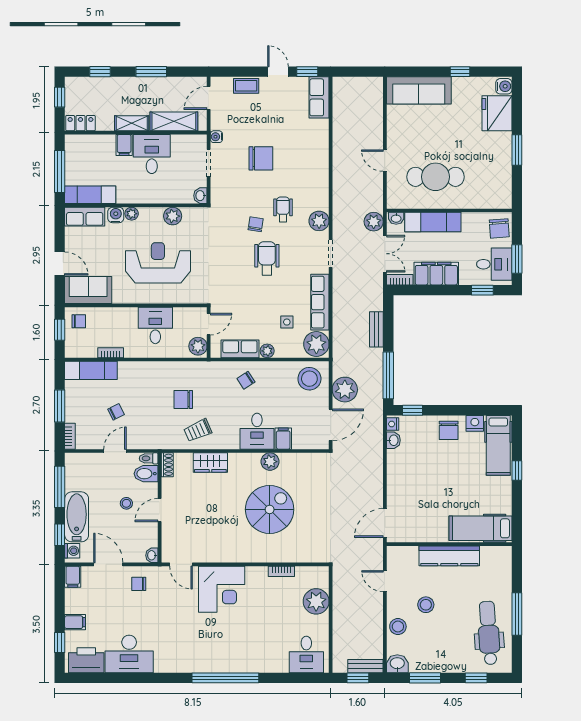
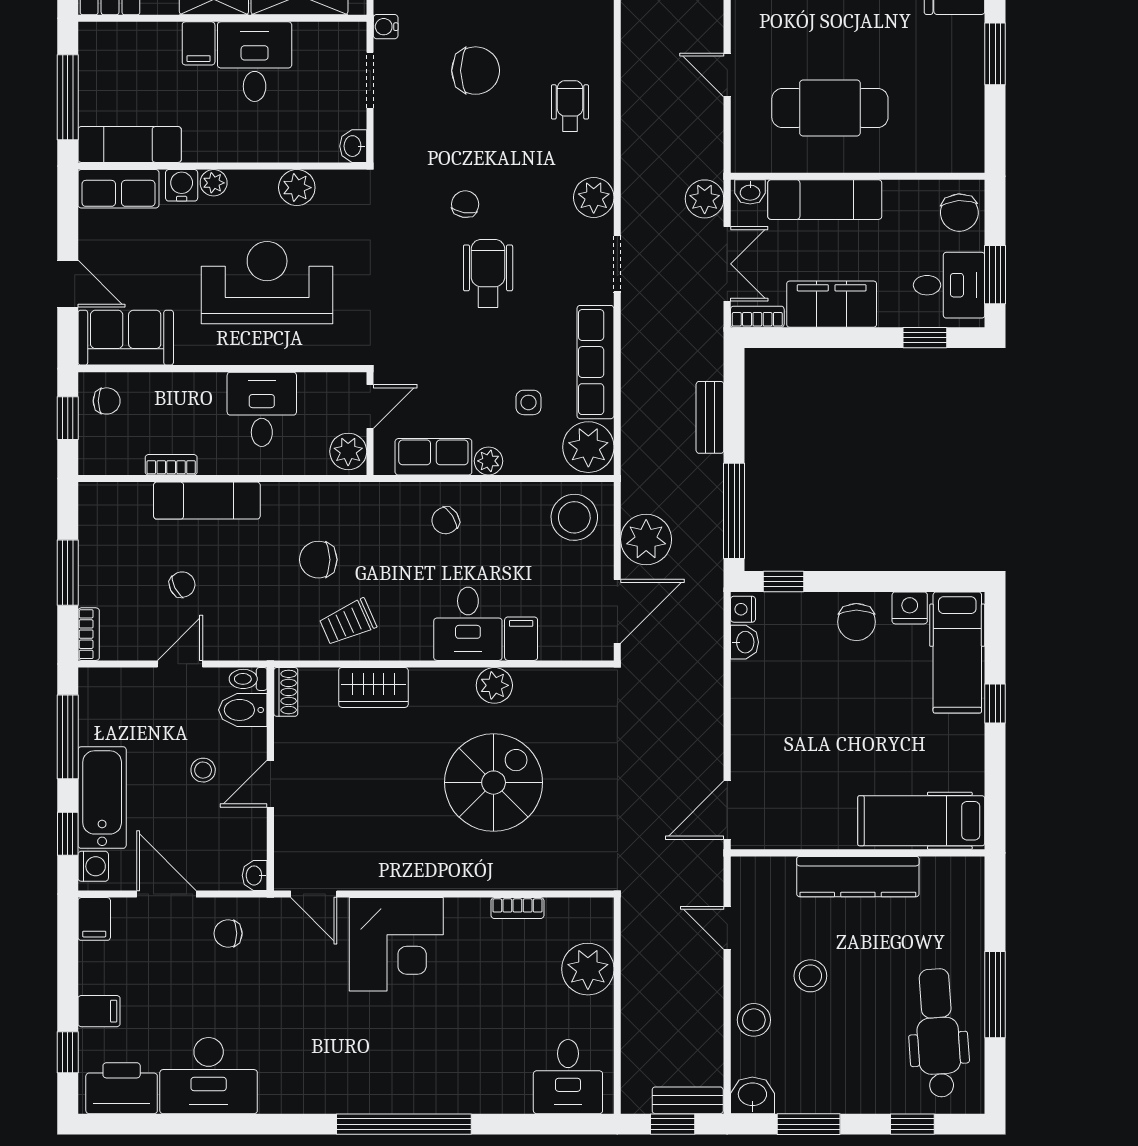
wheelchair: (283, 209) -> (570, 106), moved
exam couch: (91, 370) -> (207, 501), moved

